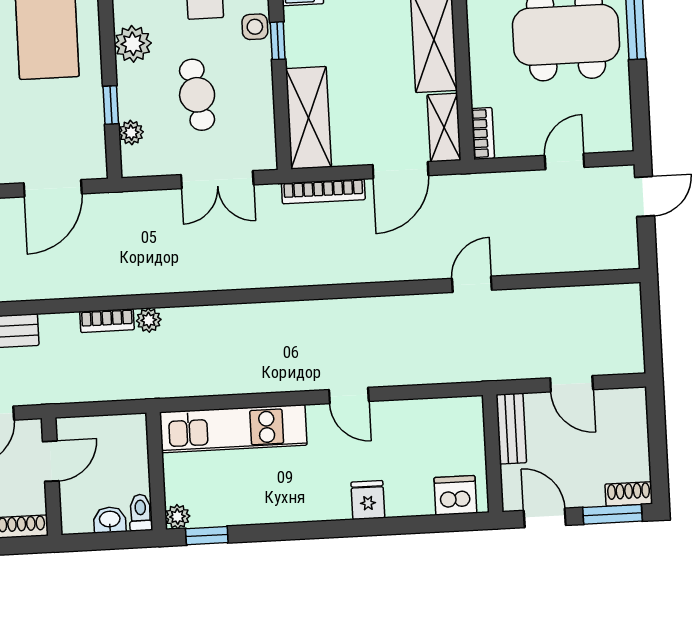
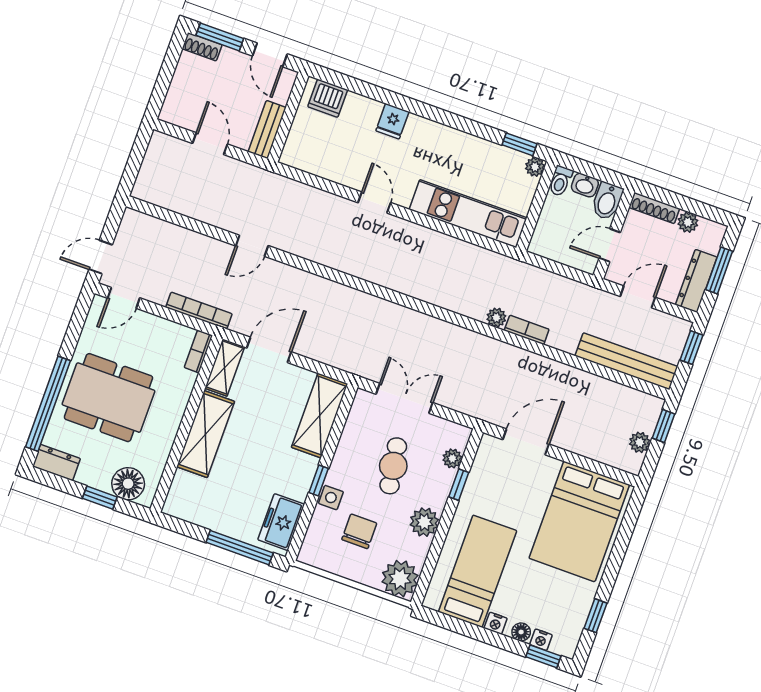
door: (564, 161) -> (124, 298), moved
bookcase: (323, 191) -> (199, 311), moved
bidet: (75, 512) -> (607, 201), added

